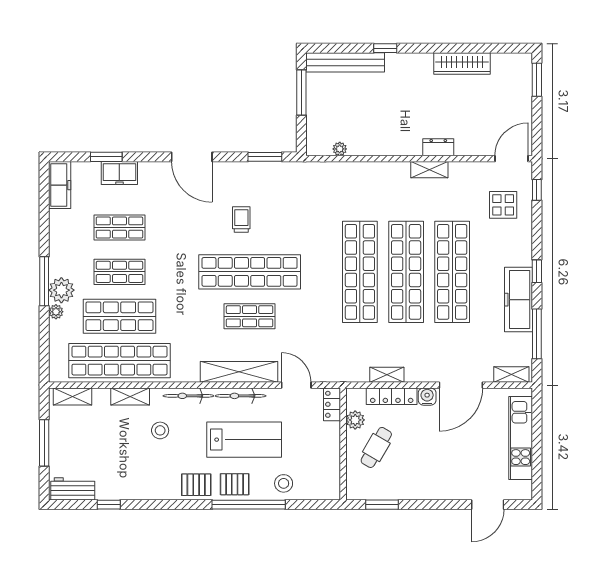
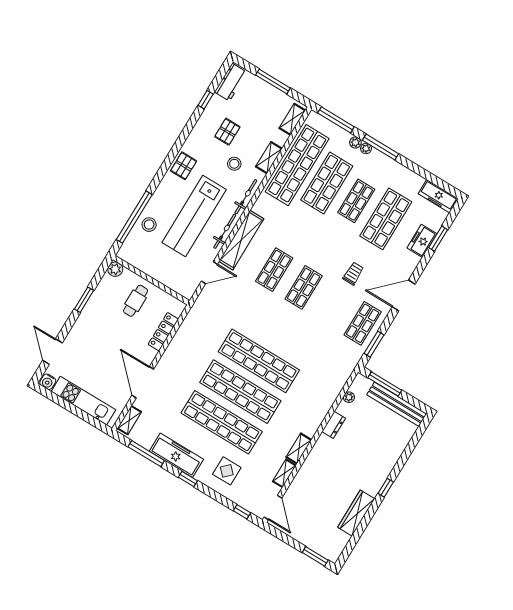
window: (385, 48) -> (386, 488), moved
bench: (345, 62) -> (397, 404), moved, turned 90
window: (301, 93) -> (385, 384), moved
dresser: (438, 147) -> (334, 425), moved
shop shelf: (250, 183) -> (363, 323), added
display table: (503, 205) -> (227, 471), moved
trolley: (241, 220) -> (353, 274), moved, turned -90
shop shelf: (119, 228) -> (386, 219), width x1.43, depth x1.36
shop shelf: (250, 272) -> (304, 287), width x0.50, depth x0.74
plant: (61, 290) -> (366, 149), width x0.53, depth x0.53
window: (44, 348) -> (336, 120), added
shelving: (387, 375) -> (284, 473), moved
water cooler: (427, 397) -> (48, 382), moved, turned 90
locker: (332, 404) -> (182, 289), removed
plant: (355, 420) -> (115, 269), moved
lab bench: (244, 440) -> (194, 216), width x1.36
cafe table: (376, 447) -> (136, 301), turned 60
pallet: (235, 484) -> (227, 132), moved
window: (249, 505) -> (134, 217), moved
window: (382, 505) -> (84, 300), moved

